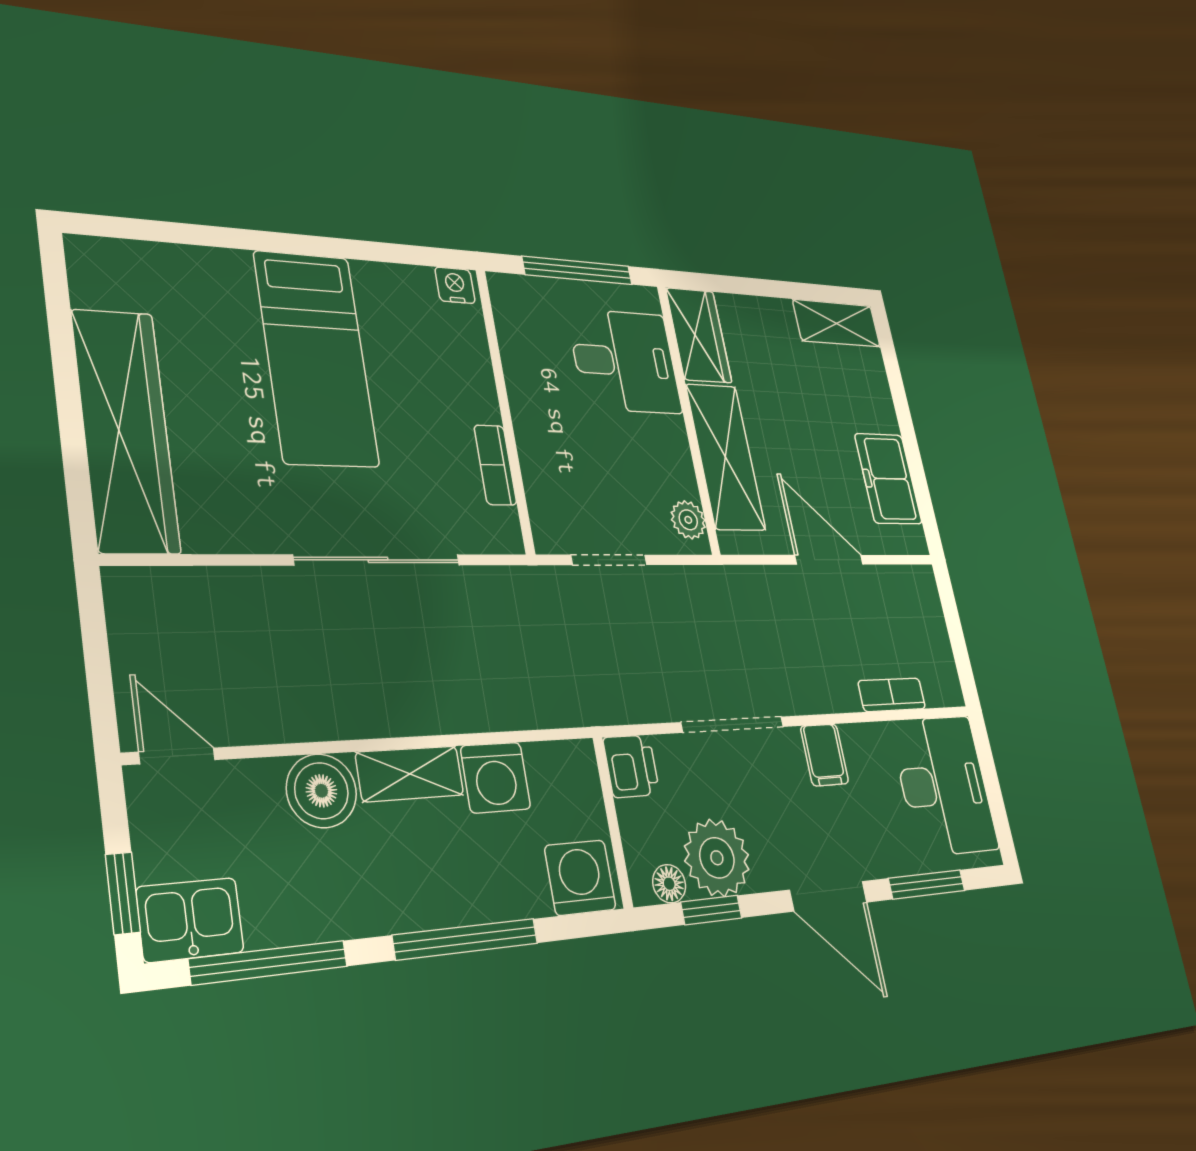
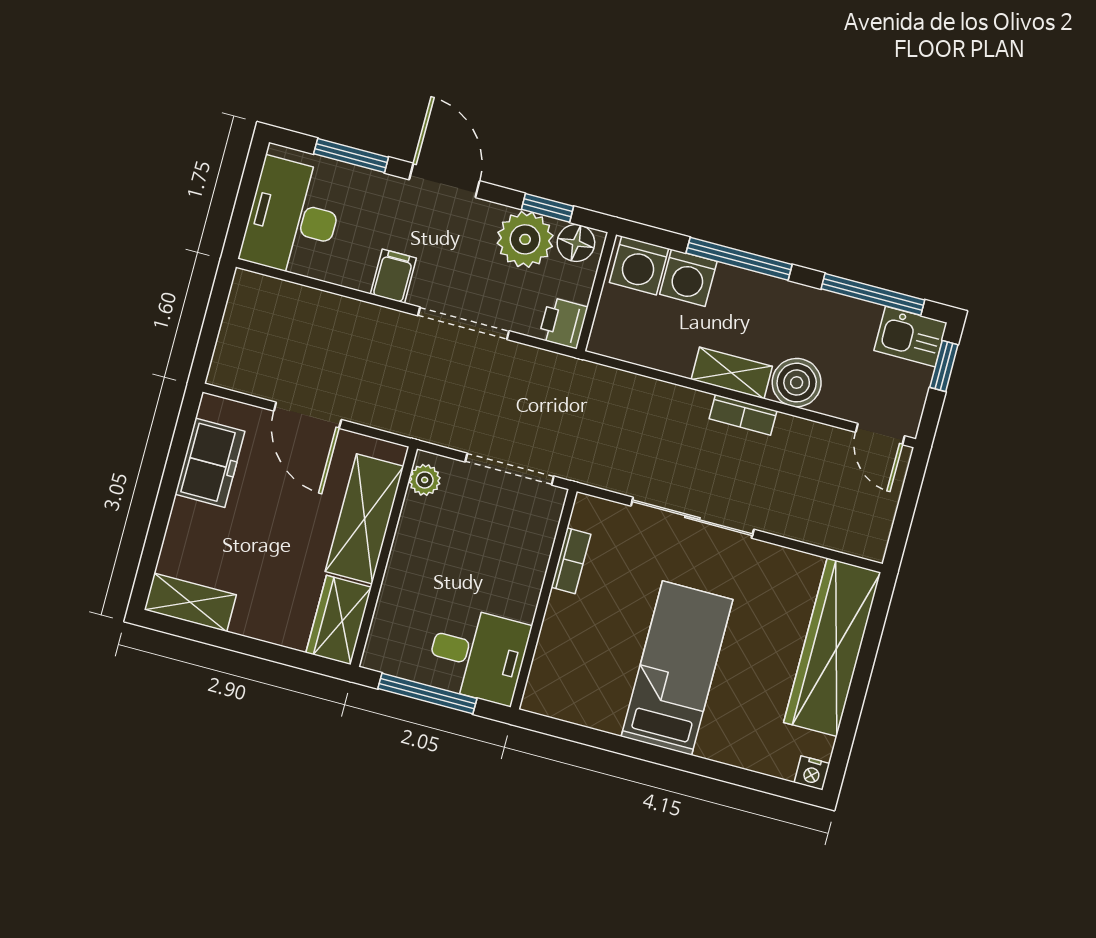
nightstand: (455, 285) -> (812, 773), moved
desk: (625, 361) -> (478, 655), moved, turned 180
doorway: (609, 560) -> (509, 469), width x1.38
bookcase: (892, 695) -> (743, 415), moved
washing machine: (496, 777) -> (688, 278), moved, turned 180
floor lamp: (669, 884) -> (576, 243), width x1.37, depth x1.37

